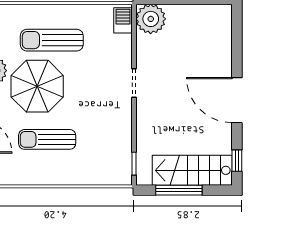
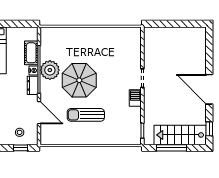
plant: (151, 19) -> (153, 36), removed
barbecue: (123, 20) -> (135, 98), moved
sun lounger: (52, 40) -> (89, 50), removed

